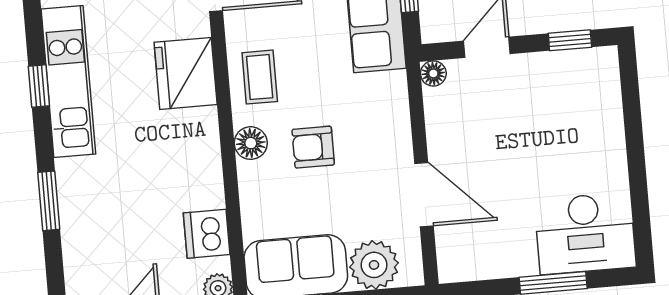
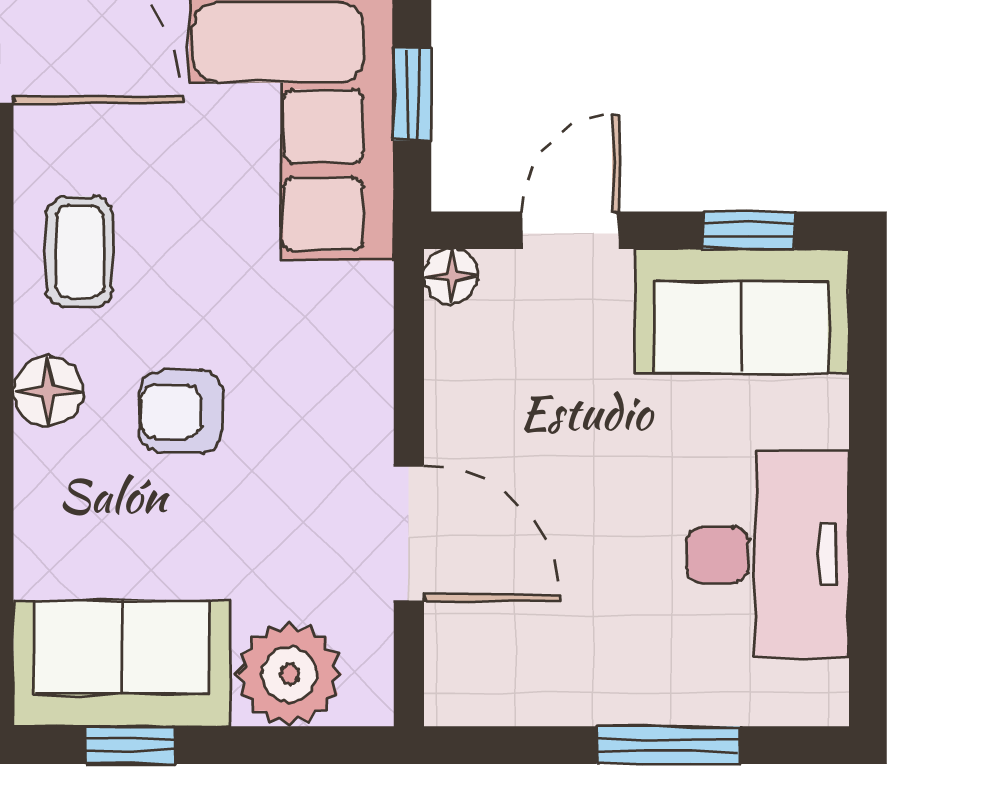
sofa: (570, 78) -> (742, 311), added
desk: (585, 233) -> (768, 555), moved, turned -90

